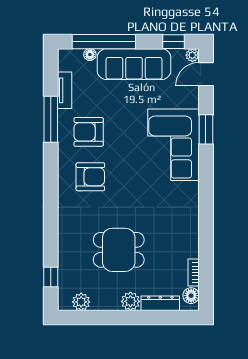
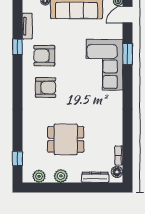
window: (51, 119) -> (17, 47), width x0.46
plant: (130, 301) -> (61, 176), moved

